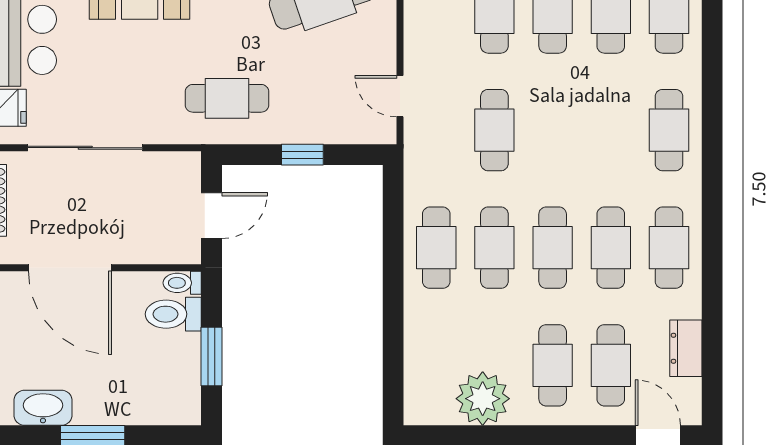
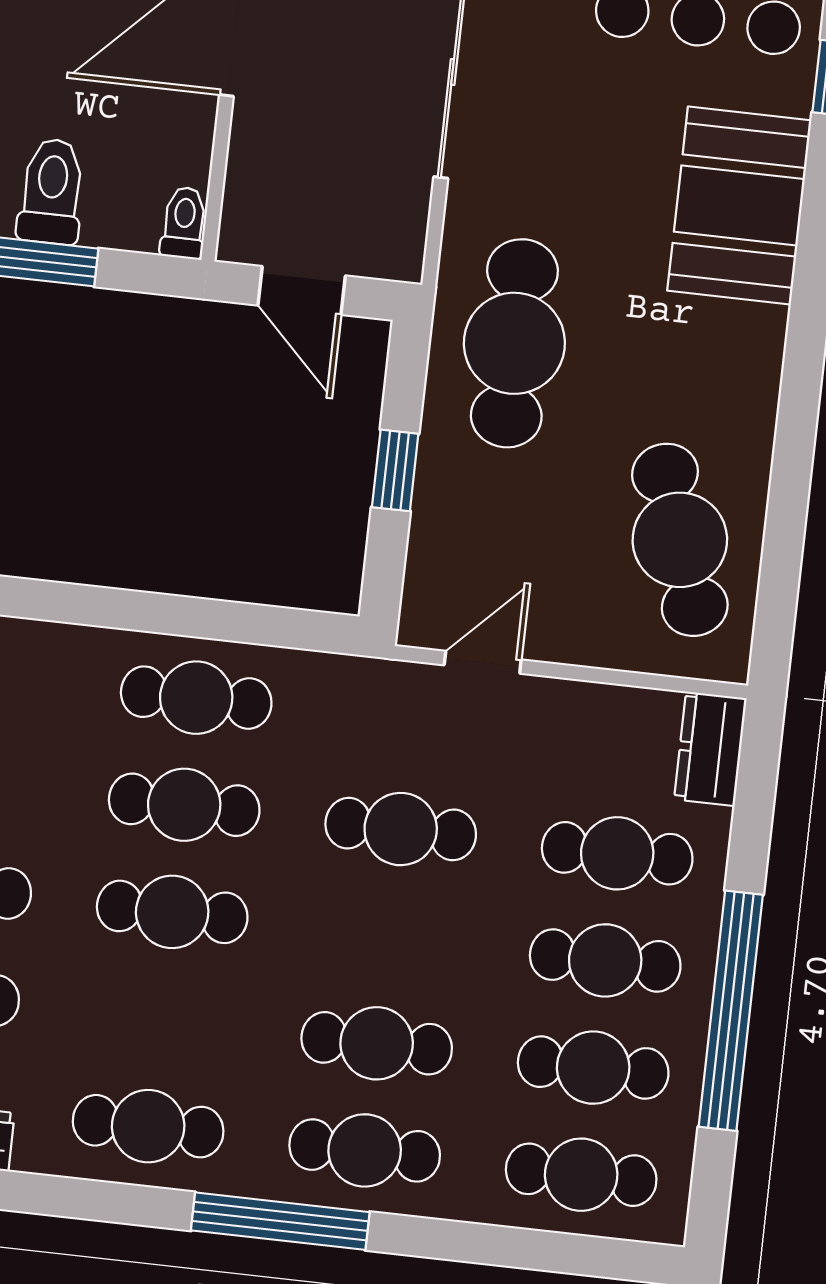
cafe table: (227, 98) -> (514, 343), width x1.37, depth x1.35
window: (712, 171) -> (280, 1221), added
cafe table: (611, 248) -> (377, 1043), moved
toilet: (173, 314) -> (52, 191), moved

